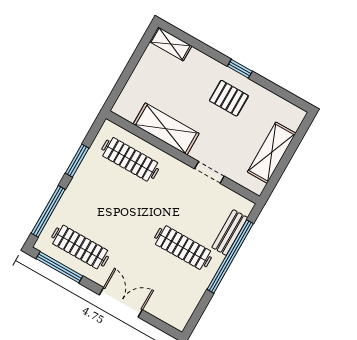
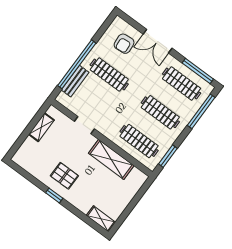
shelving: (272, 153) -> (41, 127), width x0.67, depth x0.75
window: (77, 161) -> (168, 156), moved
clothes rail: (105, 203) -> (160, 112), added
armchair: (167, 293) -> (124, 44), added

